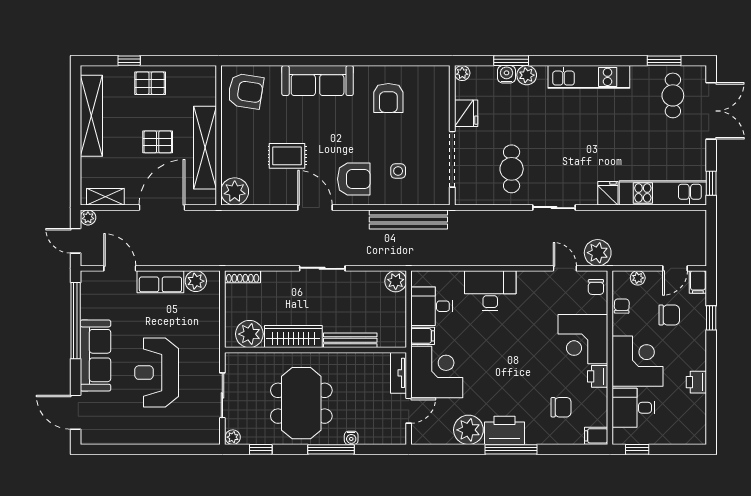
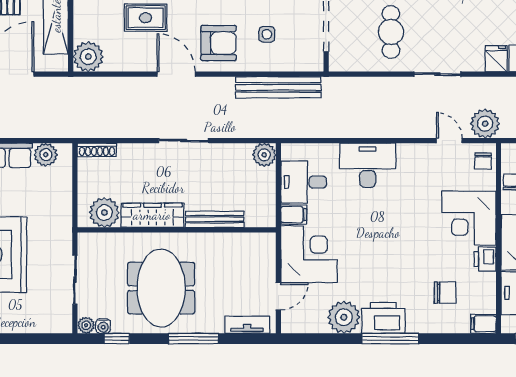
tv unit: (398, 373) -> (247, 325), moved, turned 90
water cooler: (351, 438) -> (103, 326), moved

